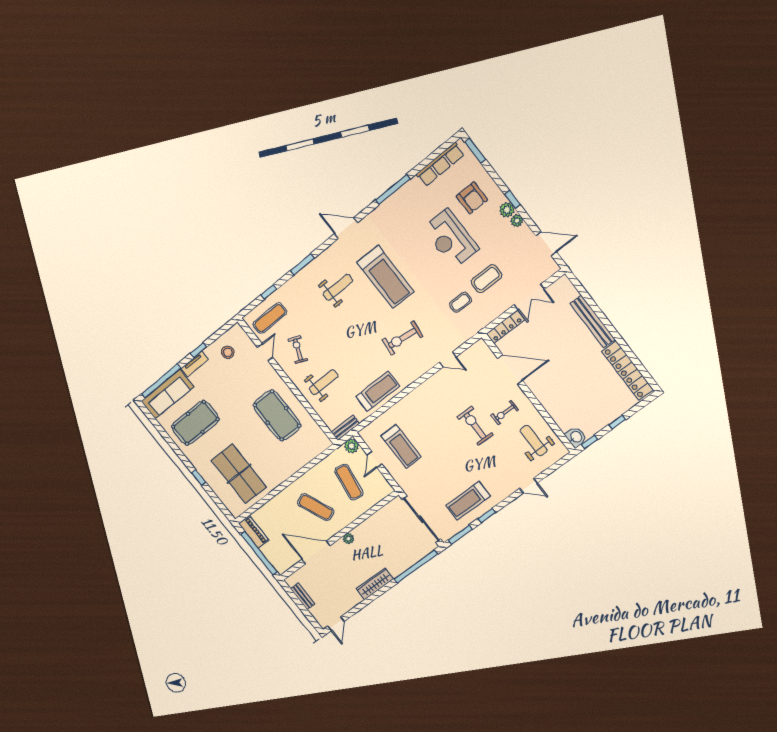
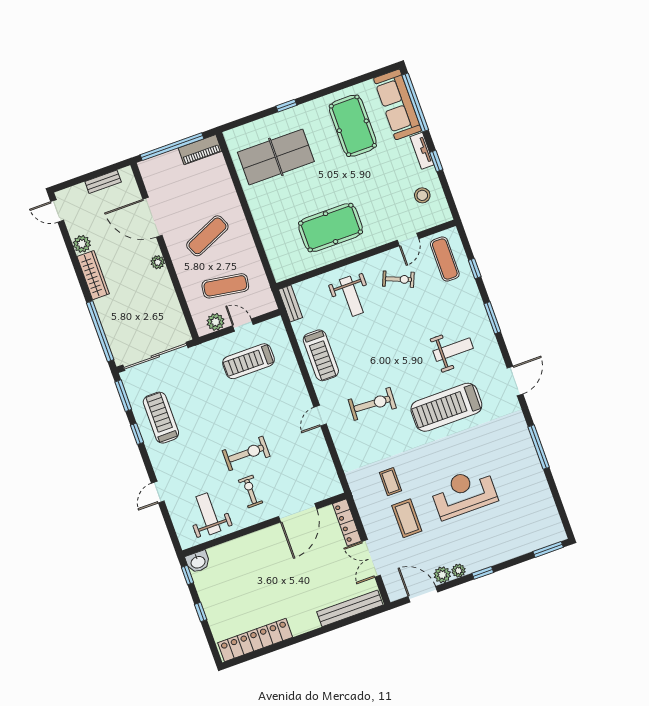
row of seats: (440, 164) -> (547, 507), removed
armchair: (472, 198) -> (500, 530), removed
plant: (507, 210) -> (442, 575), moved
door: (546, 244) -> (423, 594), swing flipped
weight bench: (338, 287) -> (453, 350), turned -90
bench: (593, 322) -> (350, 608), moved
exercise bike: (402, 338) -> (372, 404), turned 86
door: (265, 352) -> (408, 240), hinge flipped
door: (448, 359) -> (320, 416), moved
weight bench: (534, 441) -> (208, 514), turned -90
plant: (351, 446) -> (216, 322), moved
door: (316, 552) -> (152, 217), swing flipped
plant: (354, 599) -> (82, 244), added

